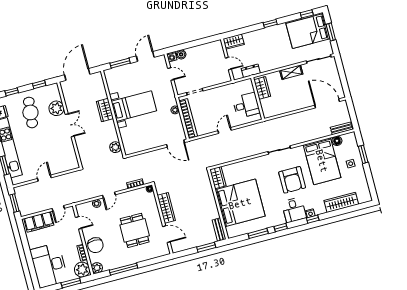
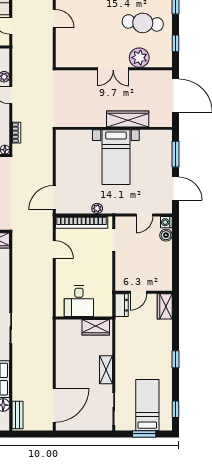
bed: (308, 31) -> (147, 405), width x0.67
dresser: (251, 71) -> (122, 305), moved
wardrobe: (105, 110) -> (128, 119), width x1.50
door: (225, 130) -> (54, 250), moved
plant: (115, 147) -> (70, 120), removed

